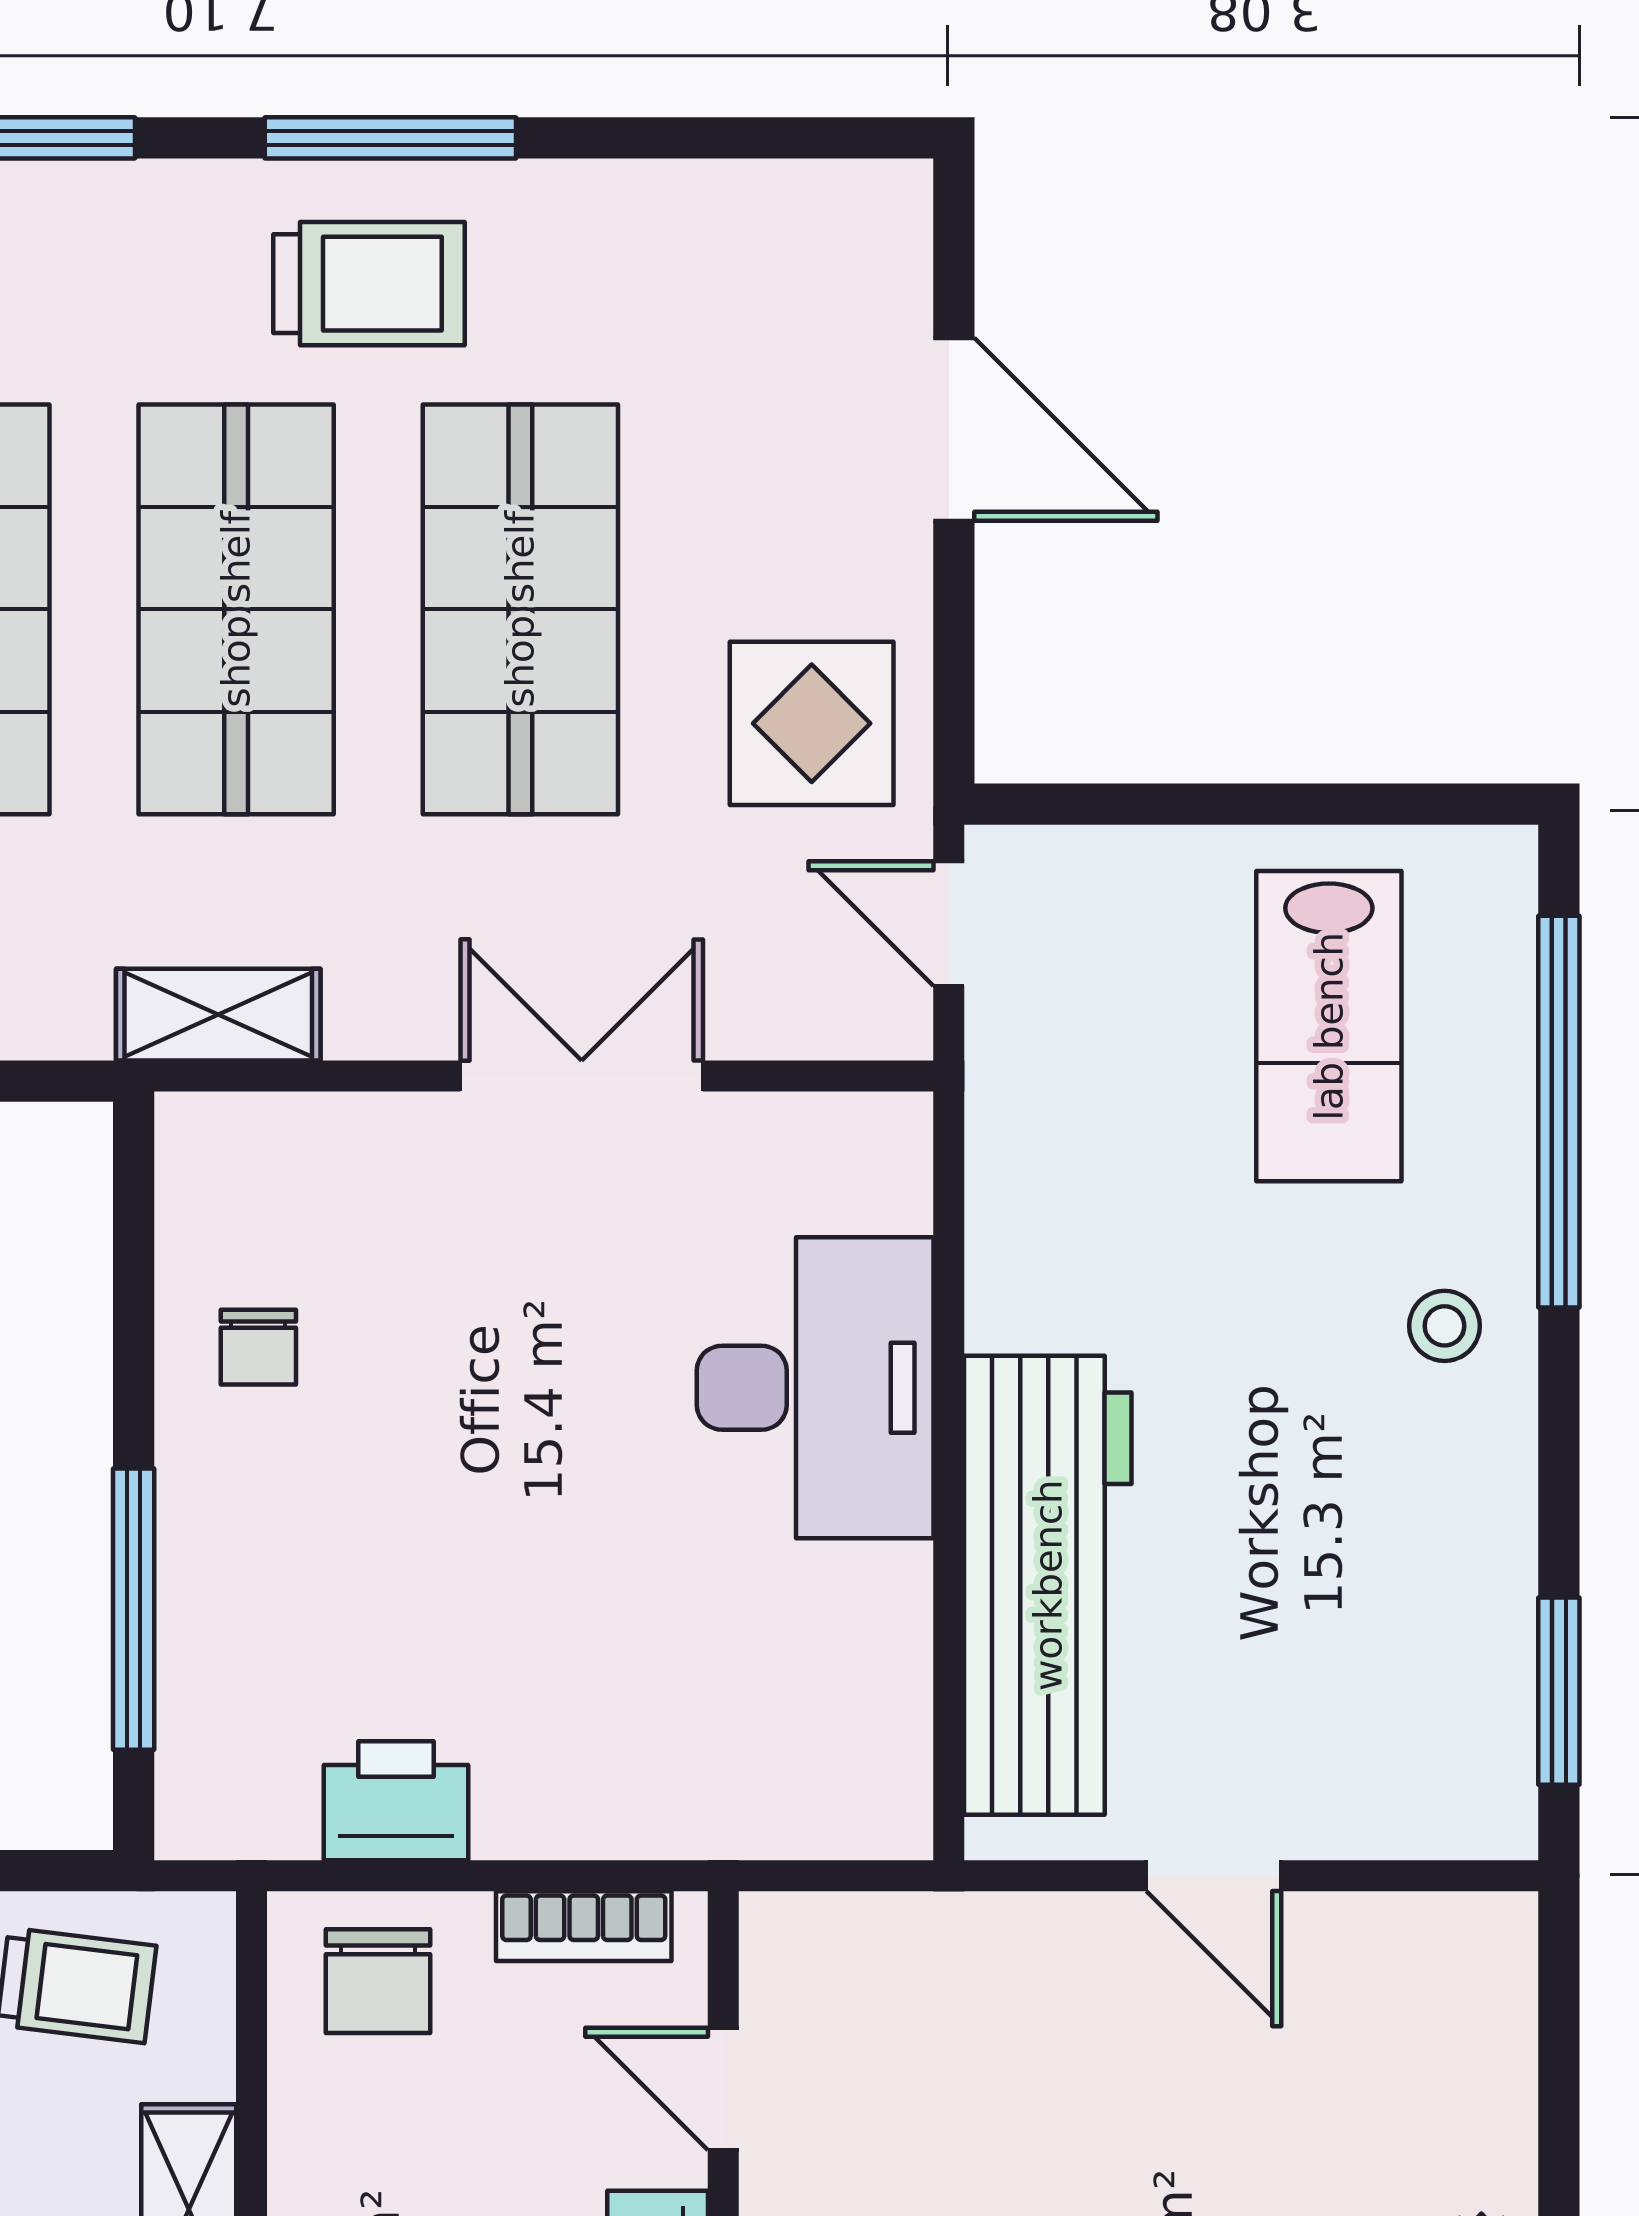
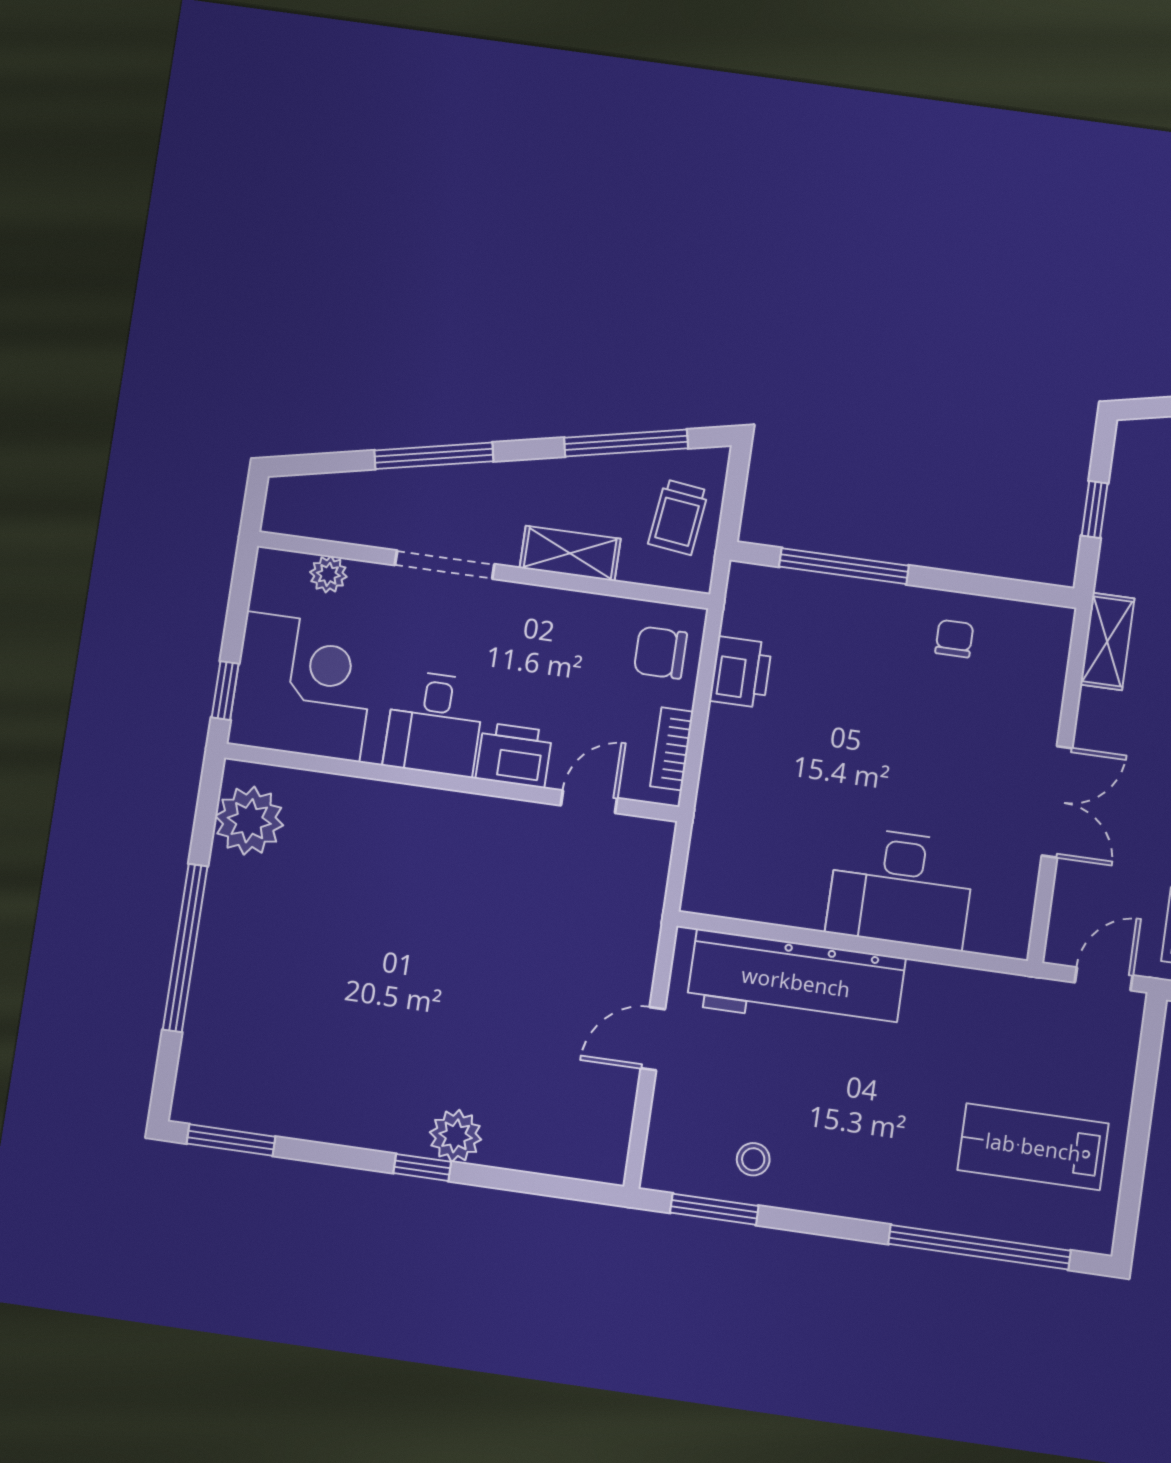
stool: (1444, 1326) -> (753, 1159), moved
chair: (258, 1347) -> (954, 639), turned 90

